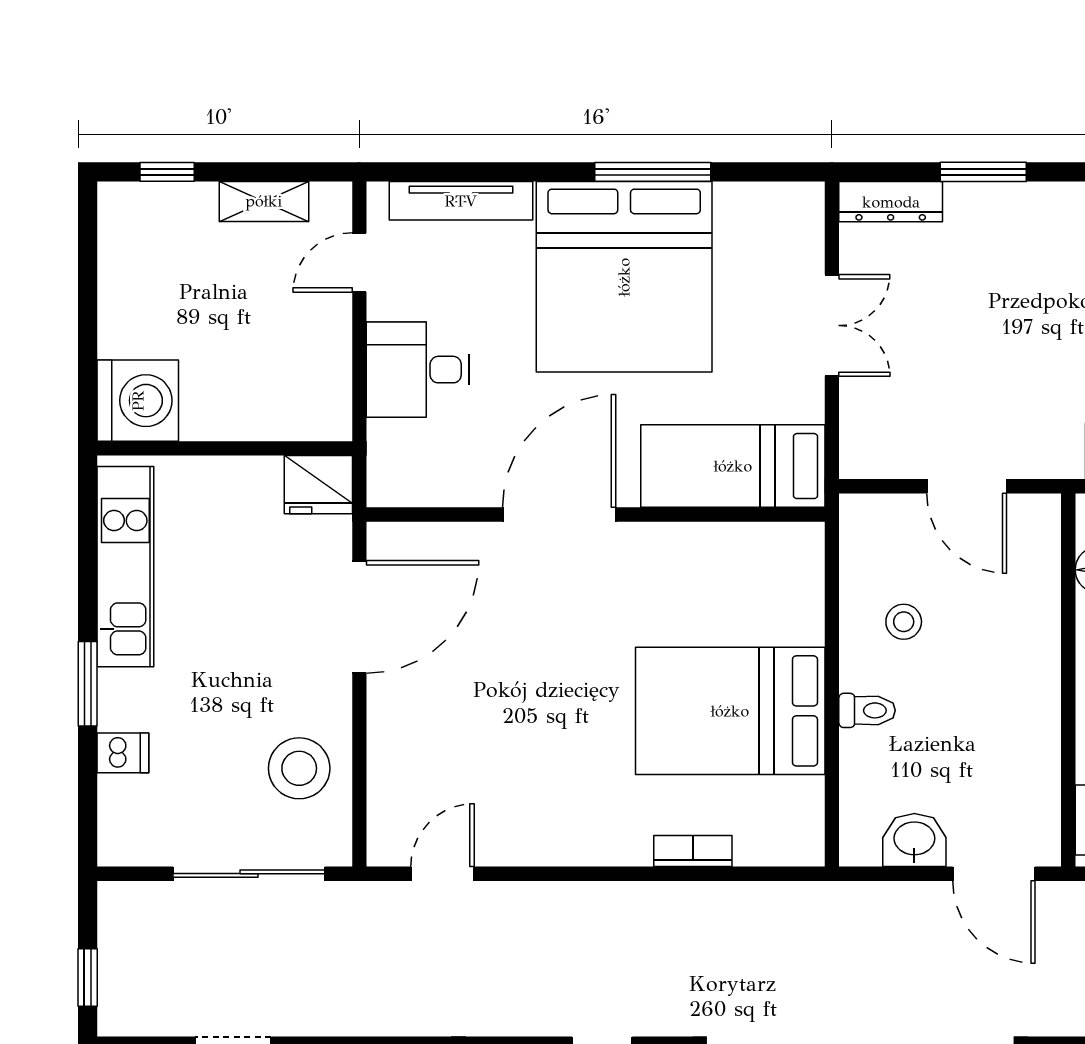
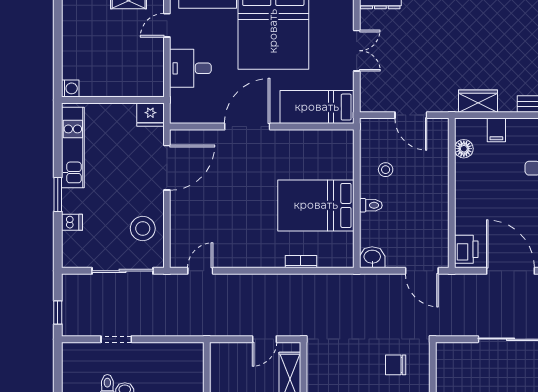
washing machine: (138, 401) -> (70, 88), width x0.53, depth x0.53
washbasin: (914, 840) -> (372, 257), moved

